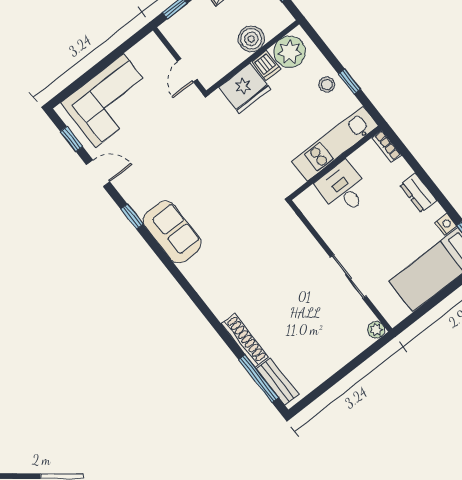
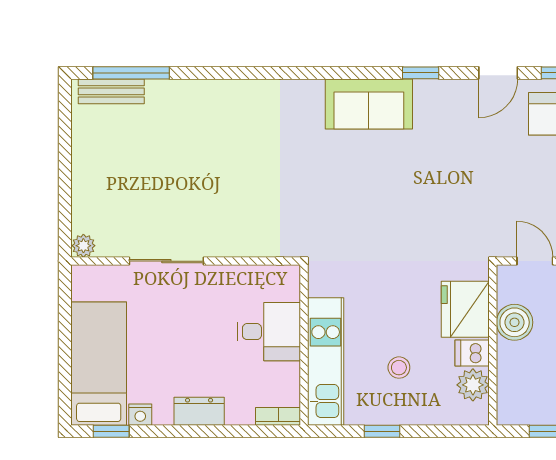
boiler: (251, 39) -> (515, 322), moved
plant: (290, 52) -> (473, 385), width x0.73, depth x0.73
stool: (327, 85) -> (399, 368), moved
shoe rack: (245, 340) -> (185, 91), removed

